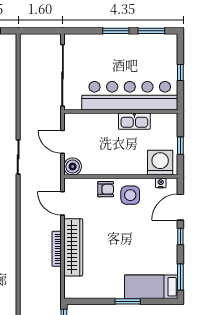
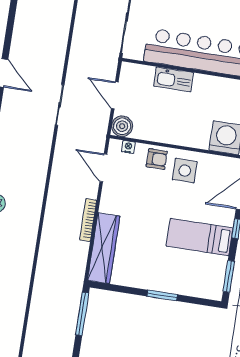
kitchen sink: (134, 121) -> (174, 79), moved
nightstand: (161, 183) -> (128, 147), moved
wardrobe: (73, 247) -> (104, 248), moved
bed: (151, 287) -> (200, 237), moved

